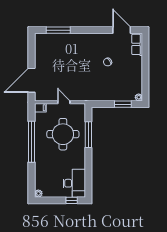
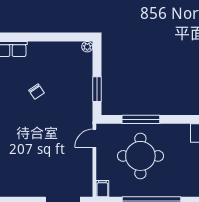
door: (64, 102) -> (94, 138), moved
window: (123, 104) -> (97, 89), moved

